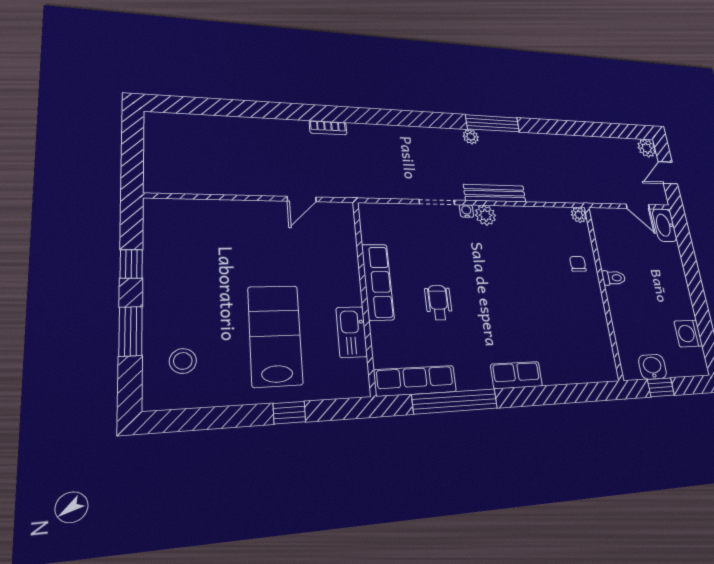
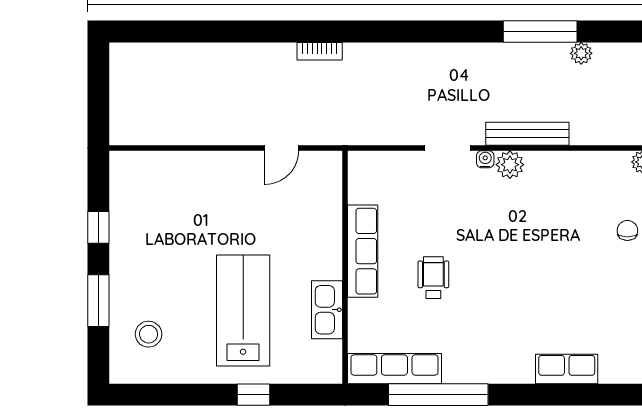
plant: (471, 137) -> (581, 53), moved
row of seats: (517, 375) -> (567, 369), moved

